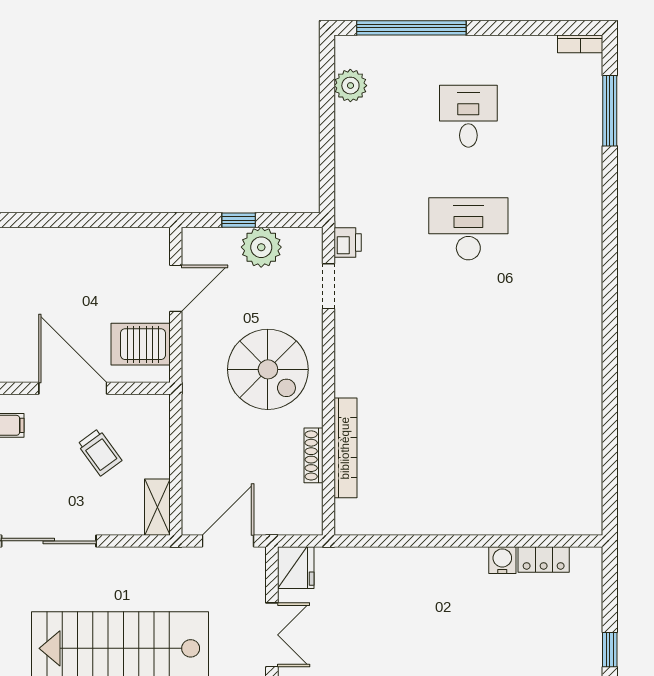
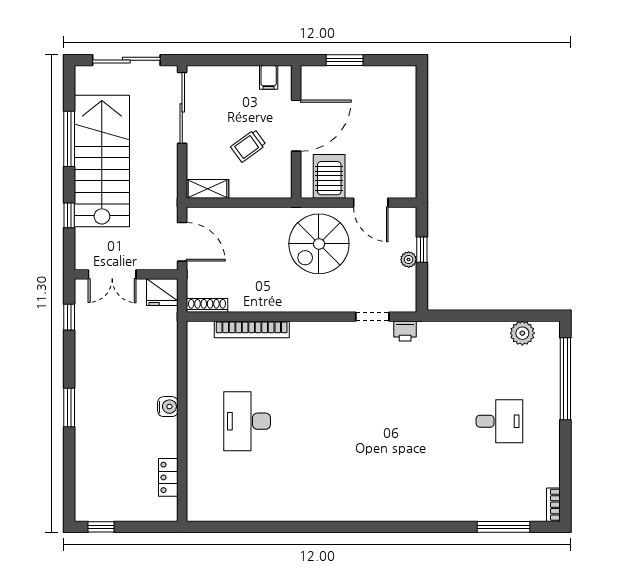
desk: (468, 229) -> (247, 421), moved, turned 180
plant: (261, 247) -> (409, 260), width x0.53, depth x0.53
spiral stairs: (268, 369) -> (319, 244), moved
shoe rack: (313, 455) -> (207, 305), moved
water cooler: (502, 560) -> (168, 407), moved

